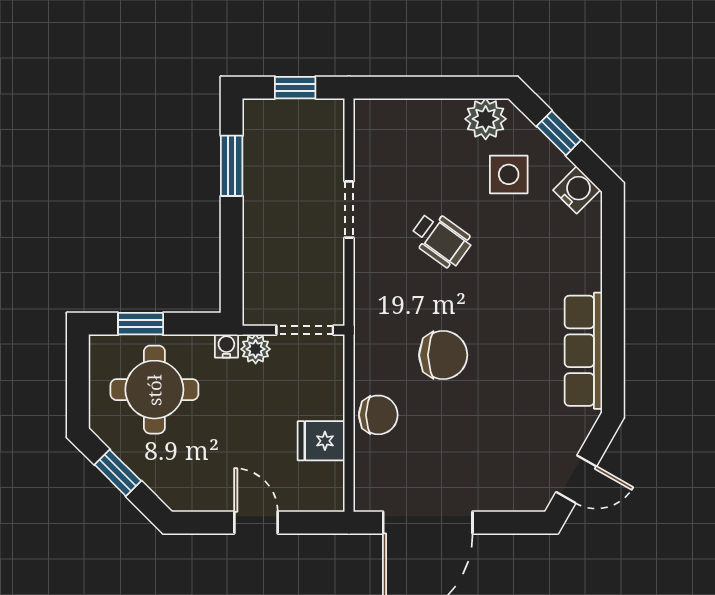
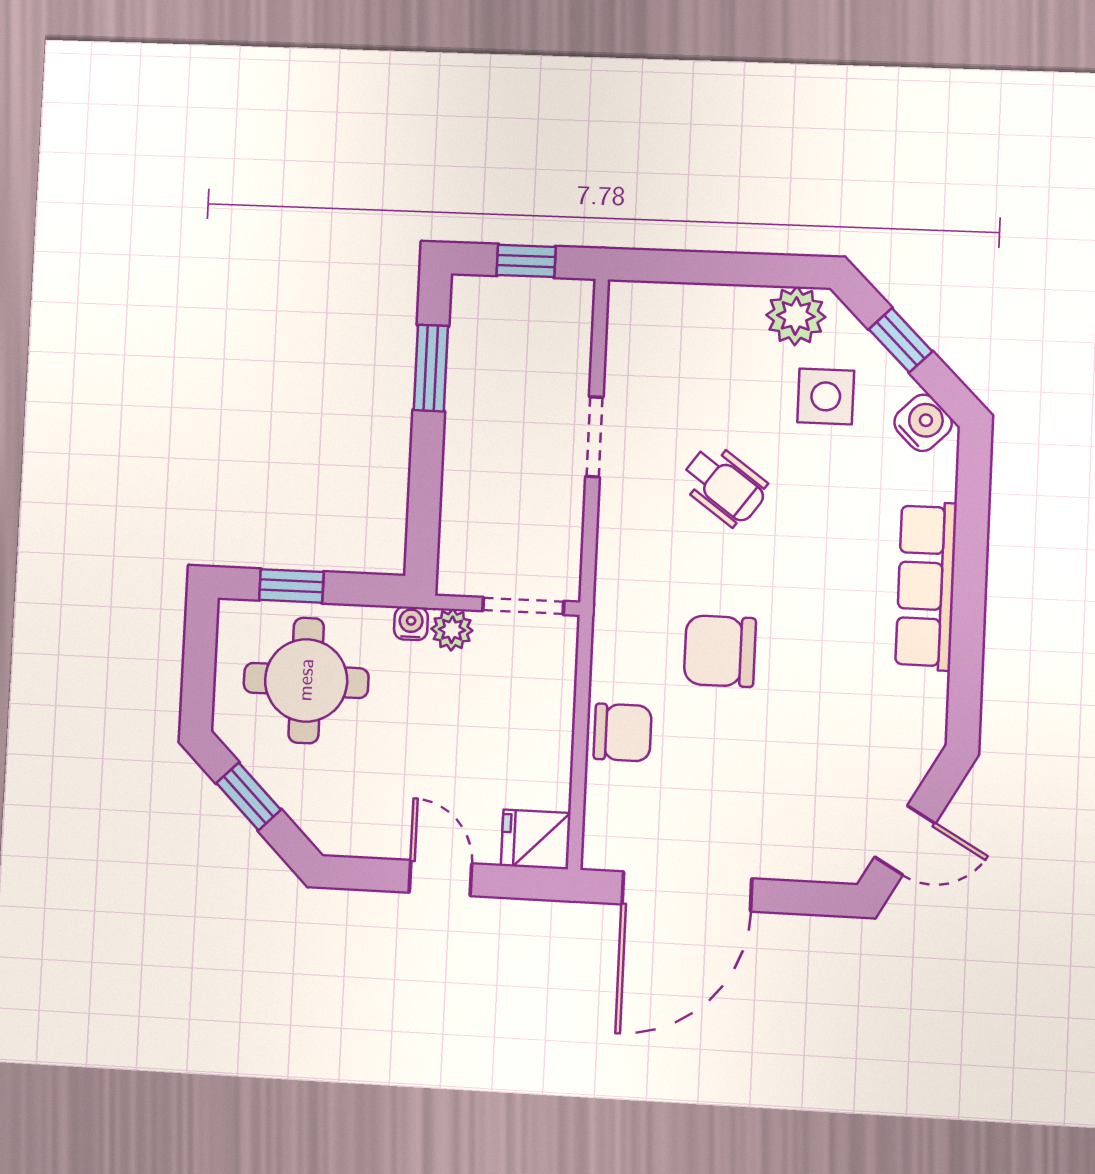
row of seats: (583, 351) -> (926, 586), moved
chair: (443, 355) -> (720, 651), turned 180
fridge: (321, 441) -> (536, 839), moved

